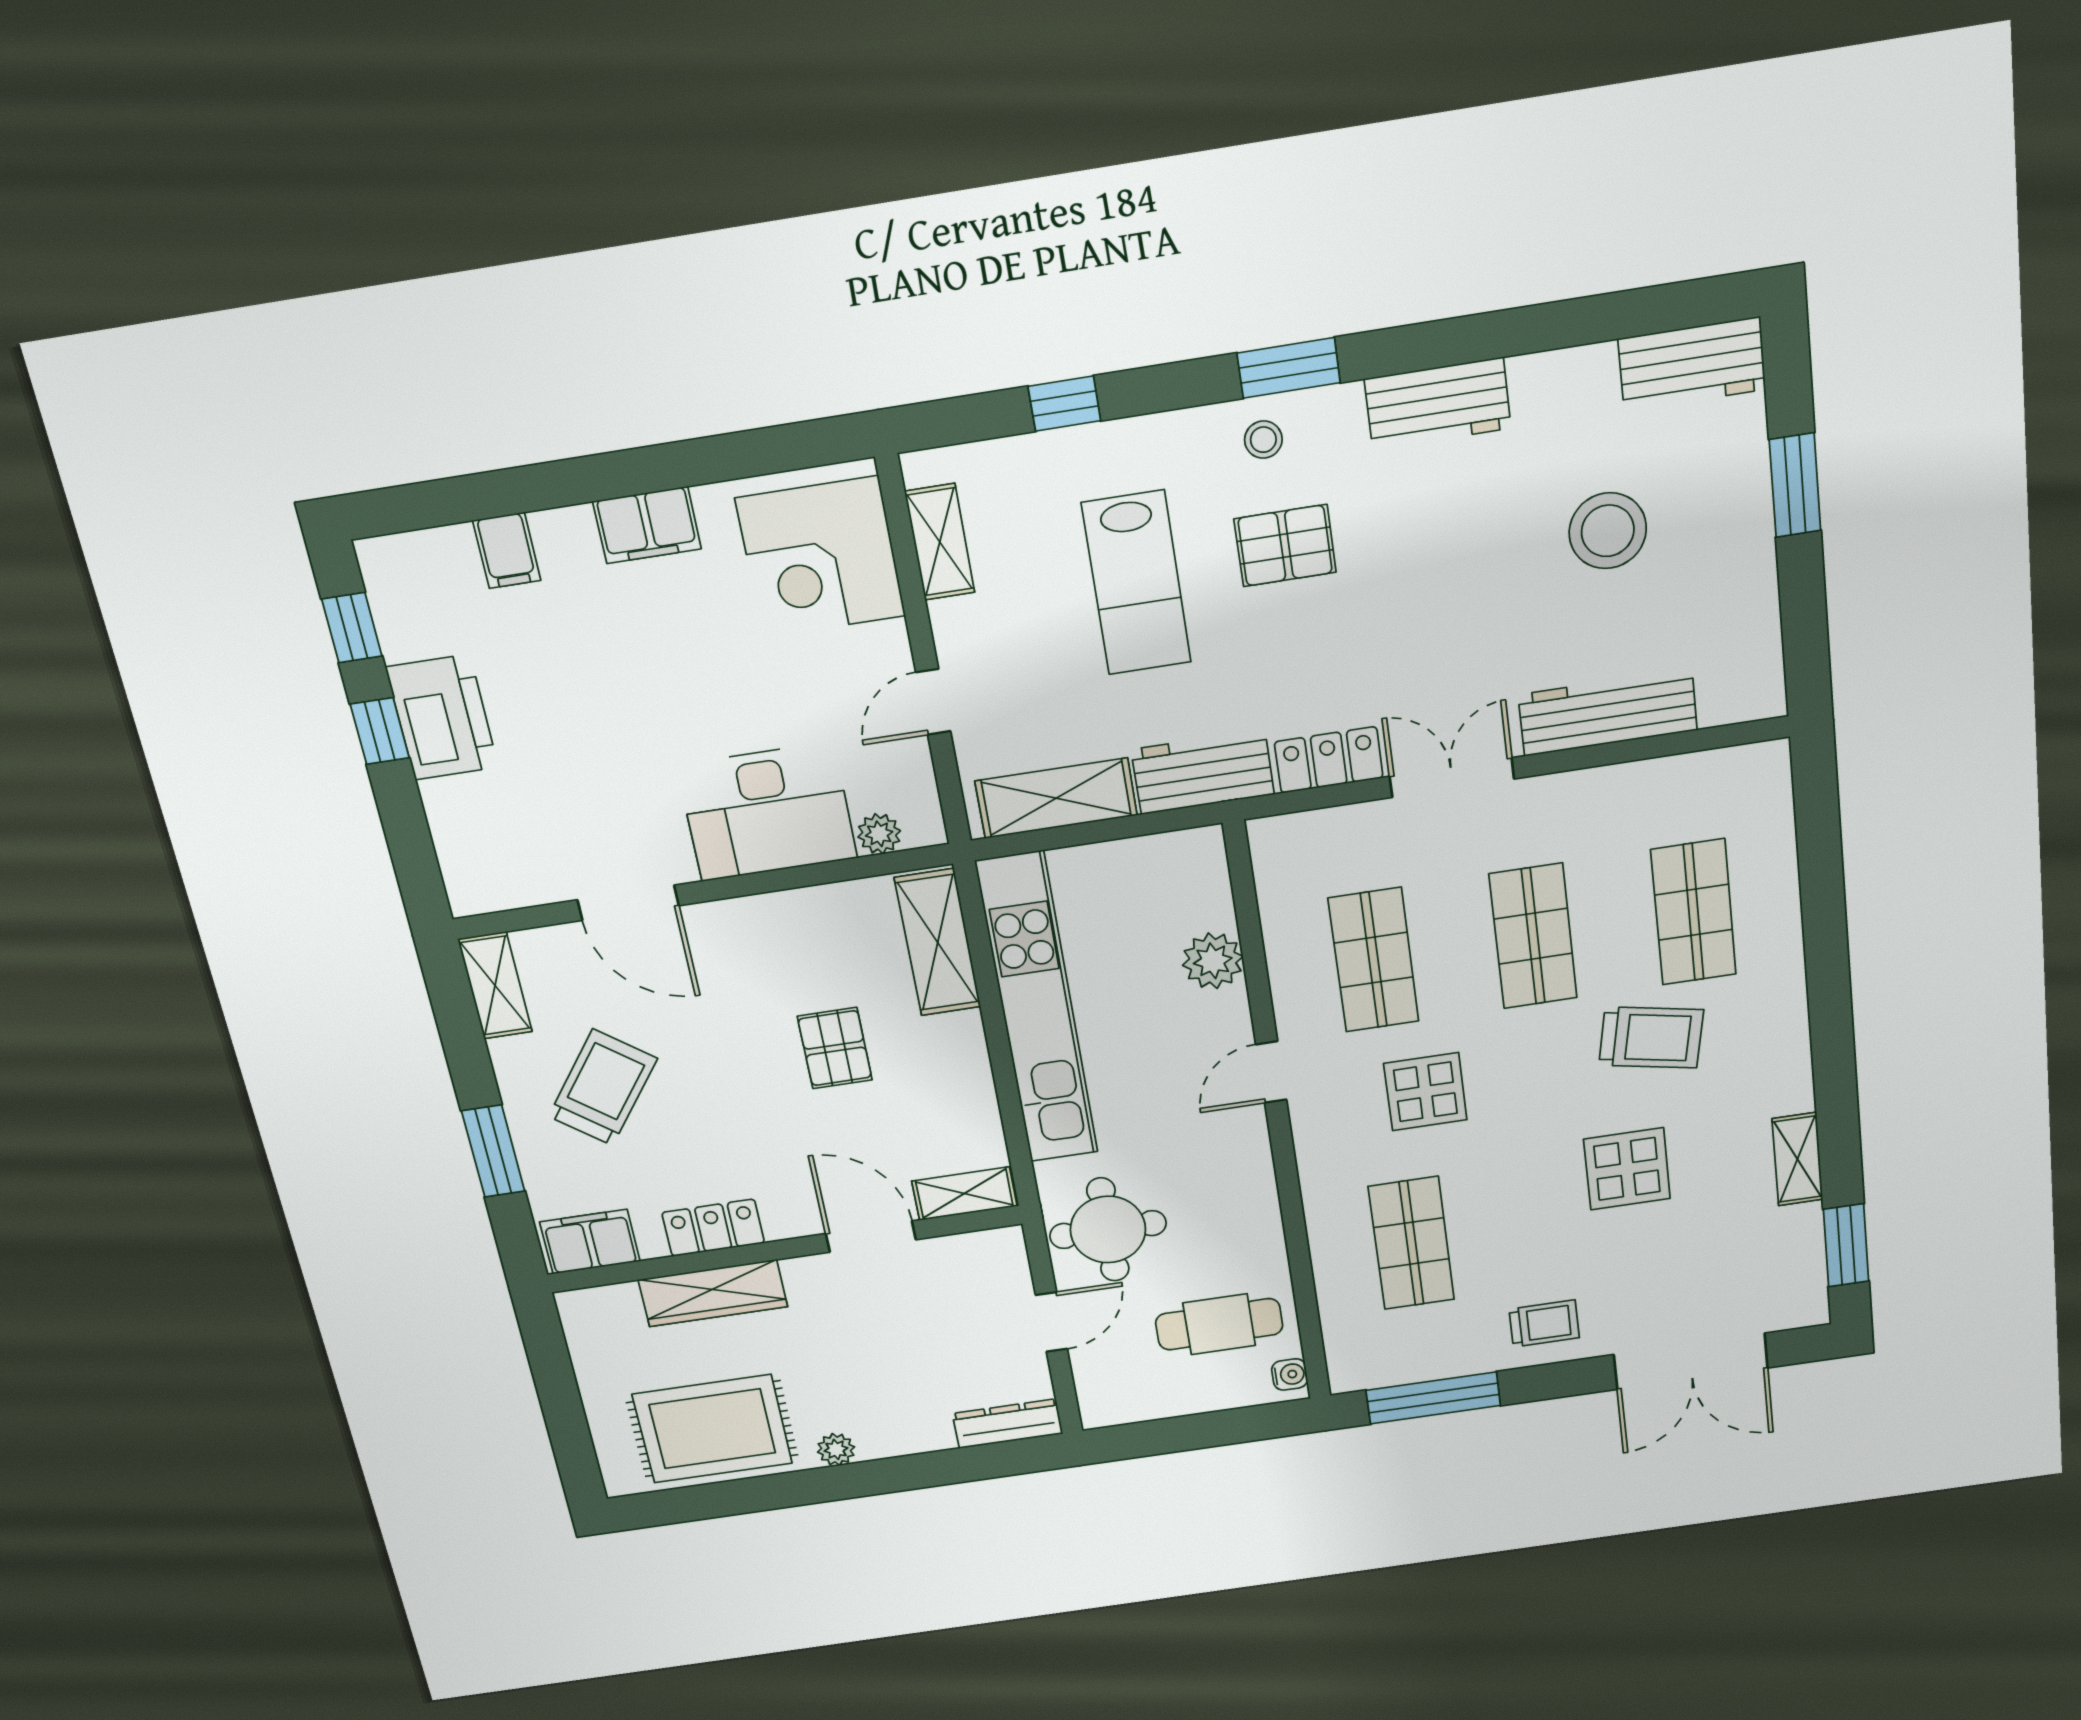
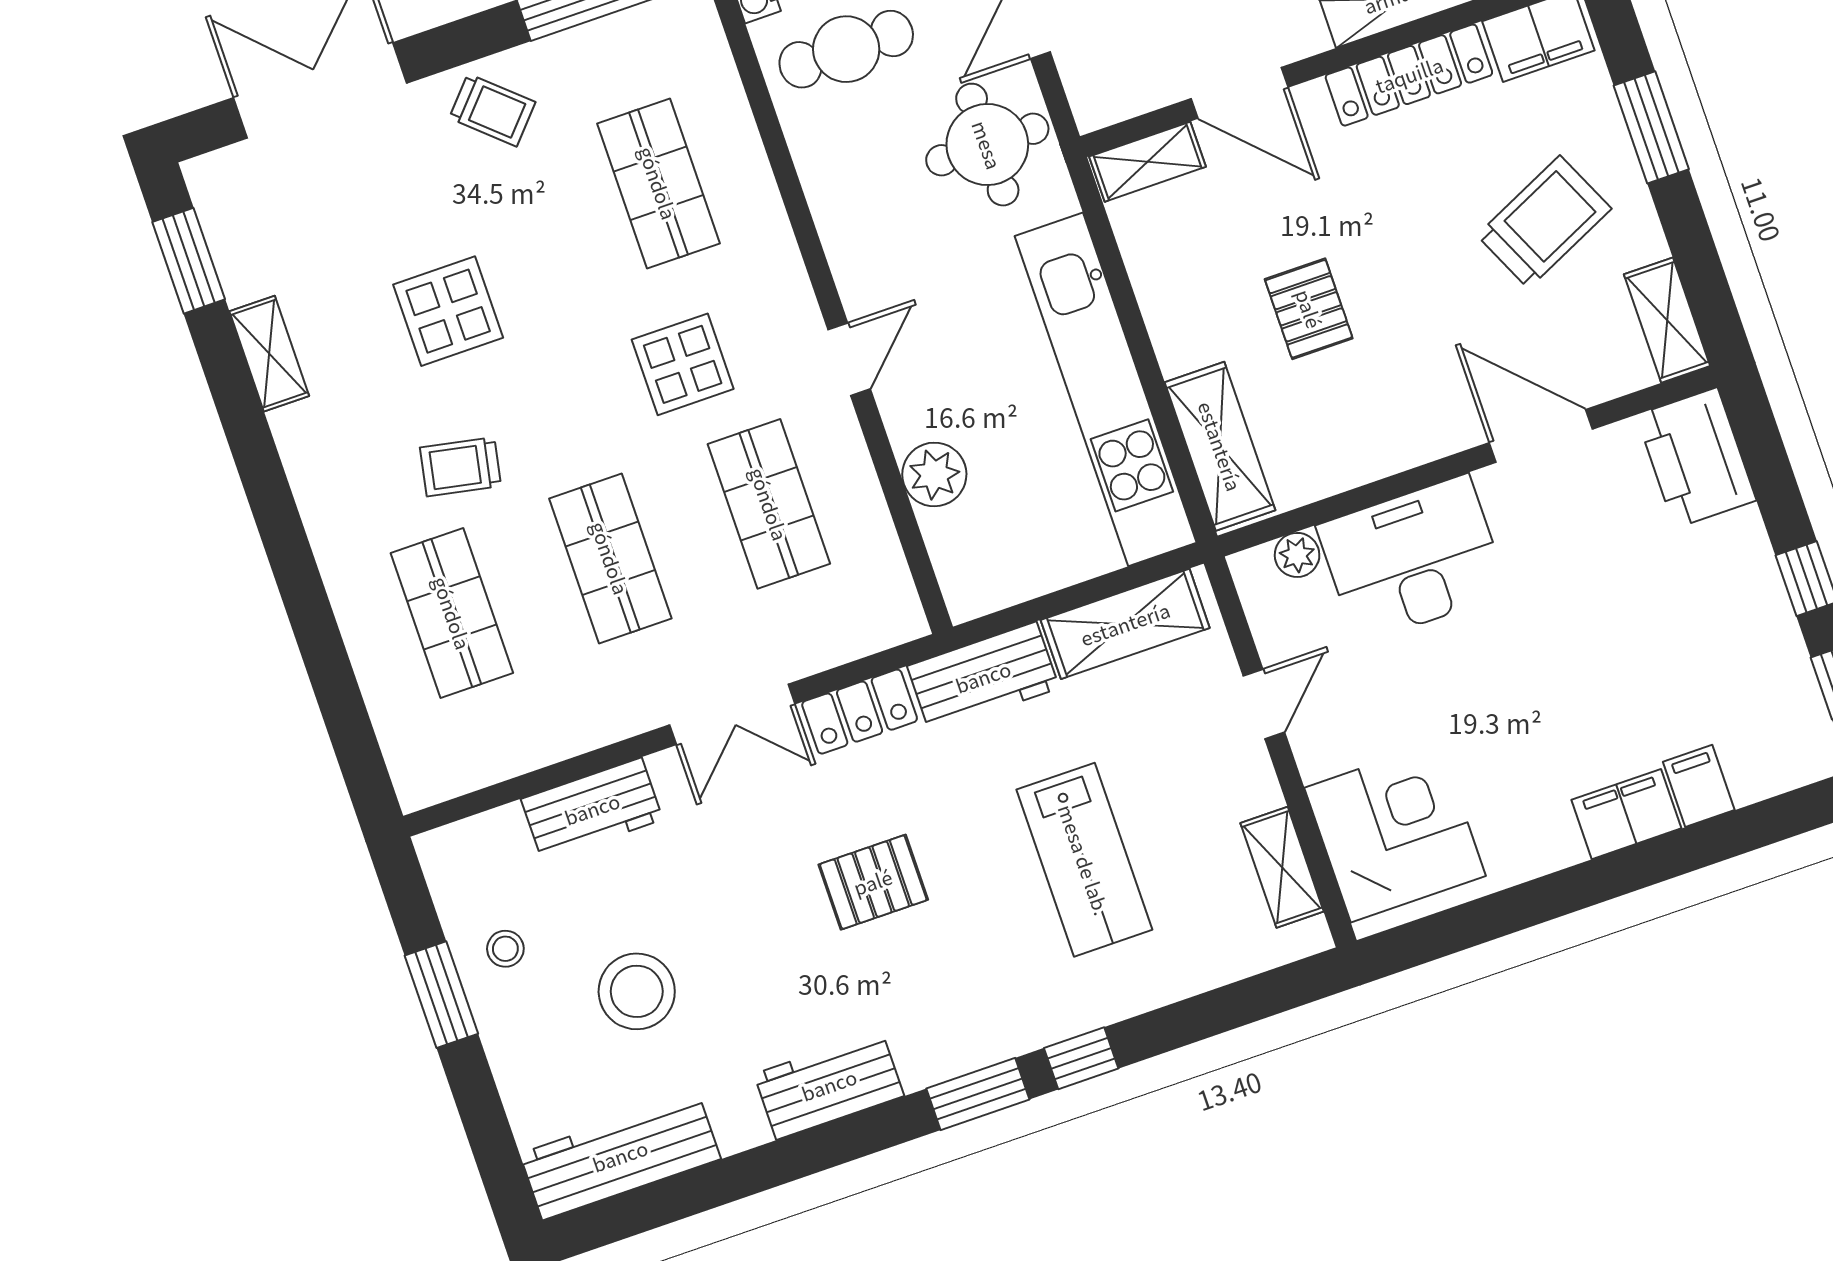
workbench: (1692, 364) -> (620, 1156), width x1.38
window: (1064, 404) -> (1081, 1058), moved
stool: (1263, 440) -> (505, 949), moved
window: (1795, 485) -> (441, 995), moved
filing cabinet: (647, 525) -> (1626, 814), moved
pallet: (1285, 546) -> (873, 882), moved
lab bench: (1137, 583) -> (1084, 860), turned 180
workbench: (1608, 712) -> (592, 809), width x0.73
printer: (442, 717) -> (1696, 458), moved
trolley: (1651, 1037) -> (460, 467), width x0.73, depth x0.72
trolley: (603, 1087) -> (1544, 222), turned -152
locker: (713, 1228) -> (1409, 75), width x1.53
trolley: (1544, 1324) -> (492, 110), turned -138

